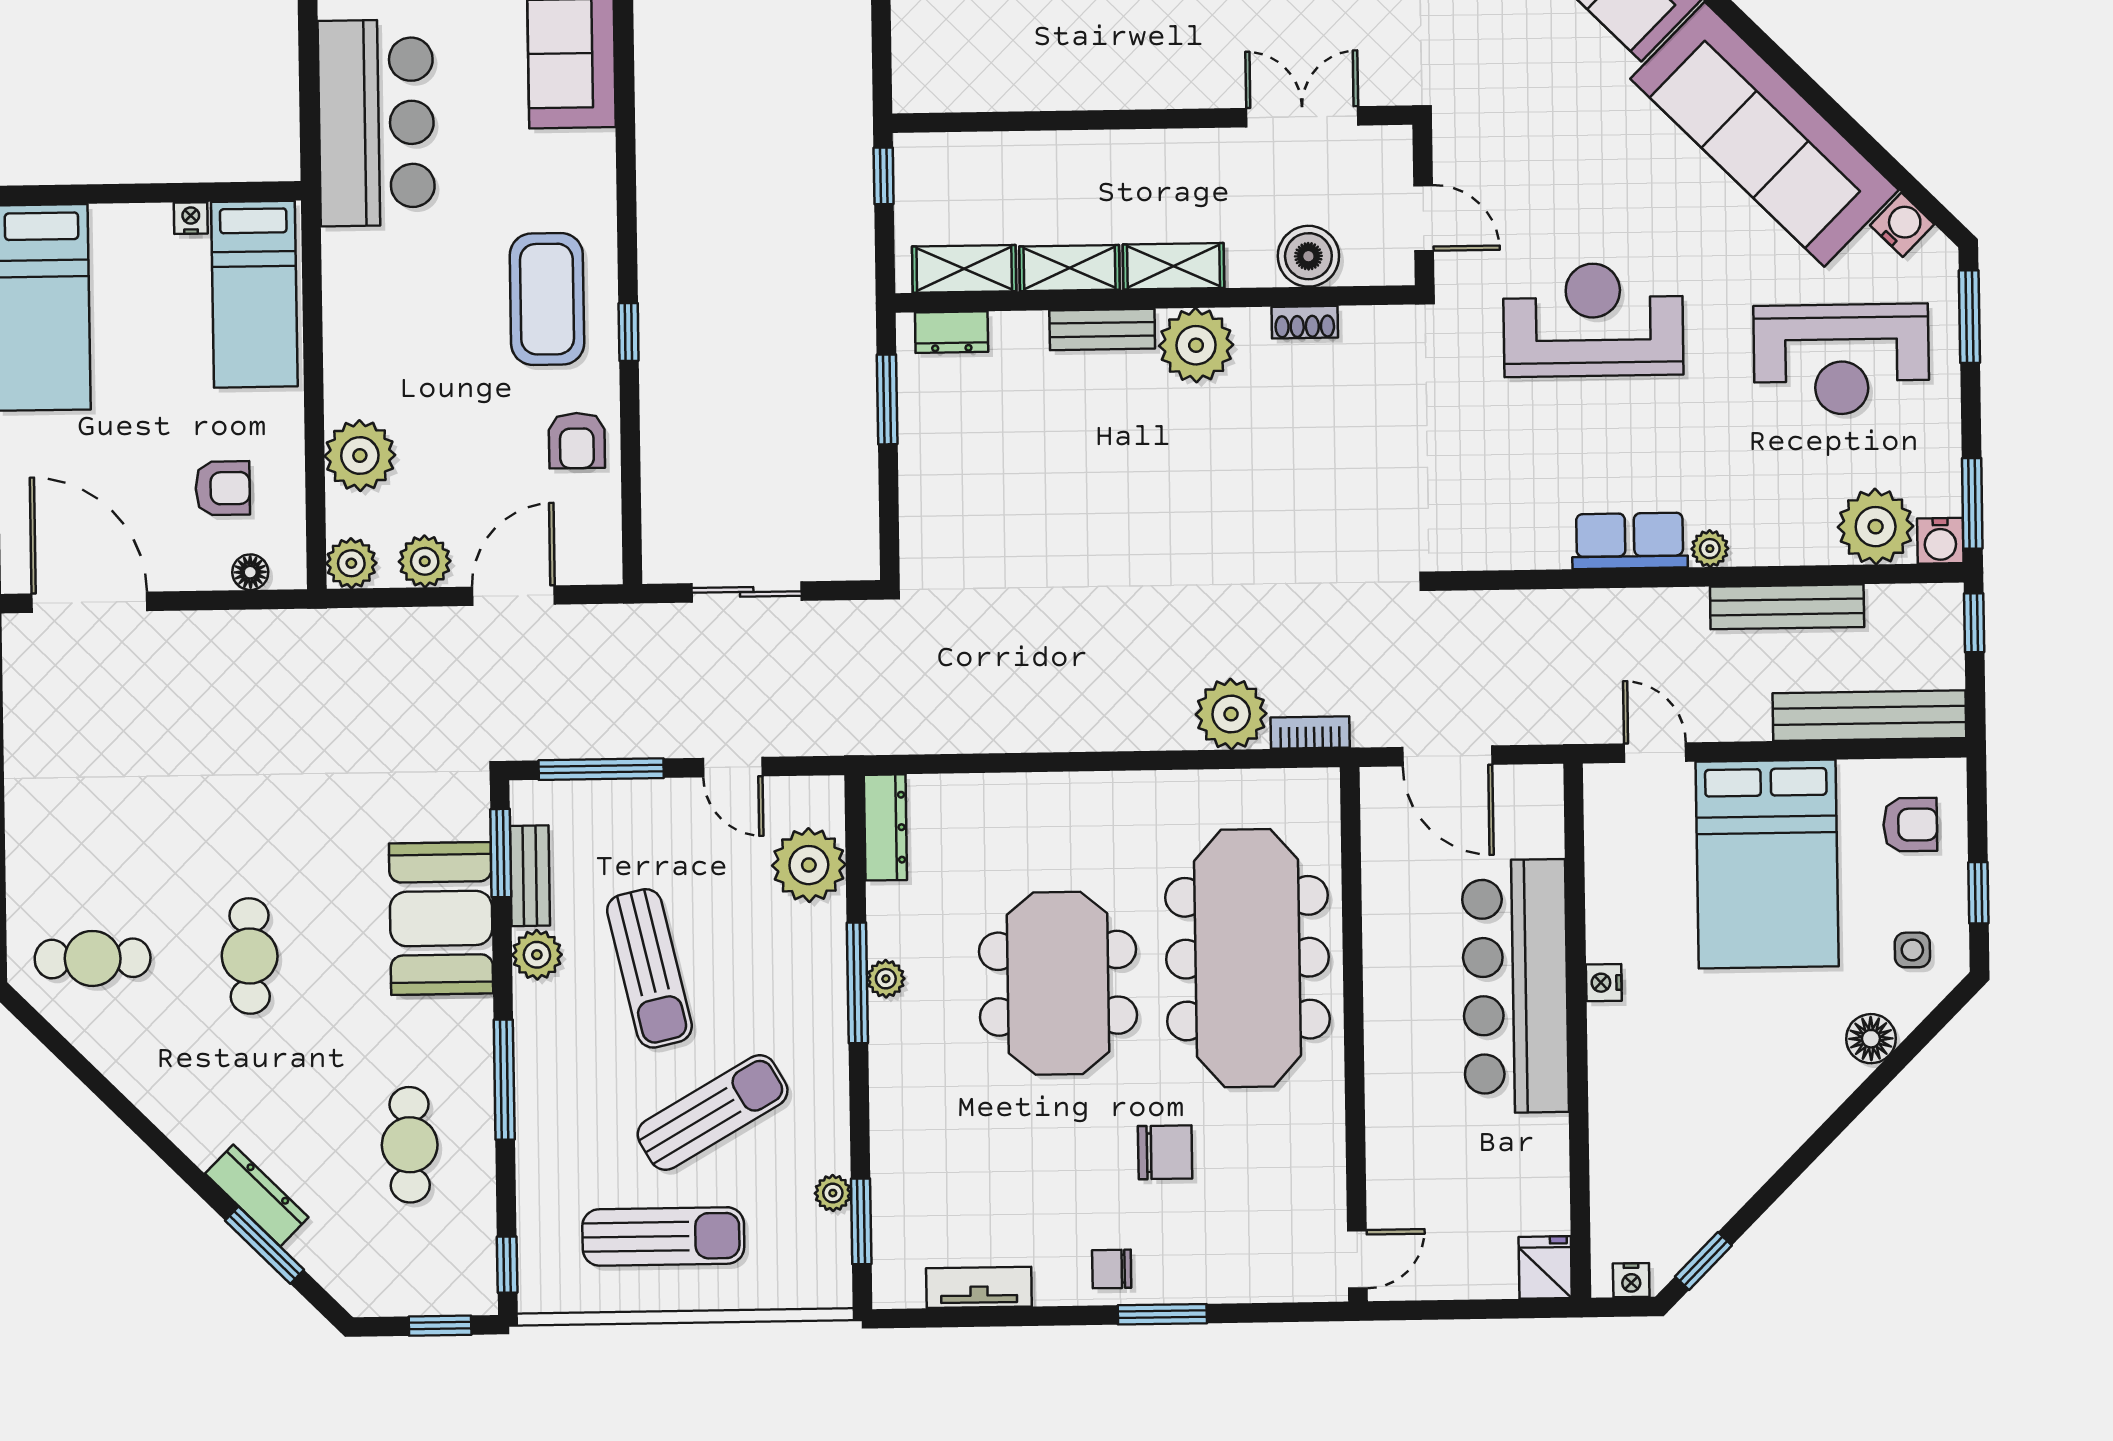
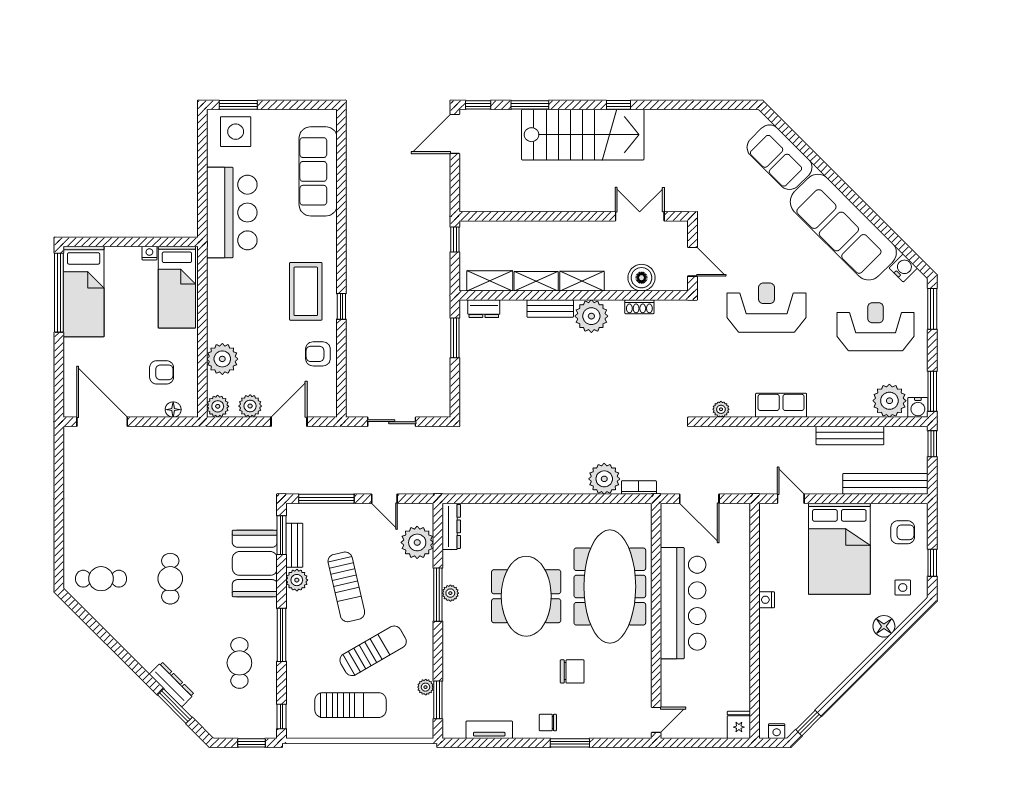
reception desk: (1841, 359) -> (876, 327), turned 180
armchair: (577, 441) -> (318, 354), turned 90
plant: (1710, 549) -> (721, 409), moved
bar counter: (1515, 986) -> (683, 603), moved, turned 180

